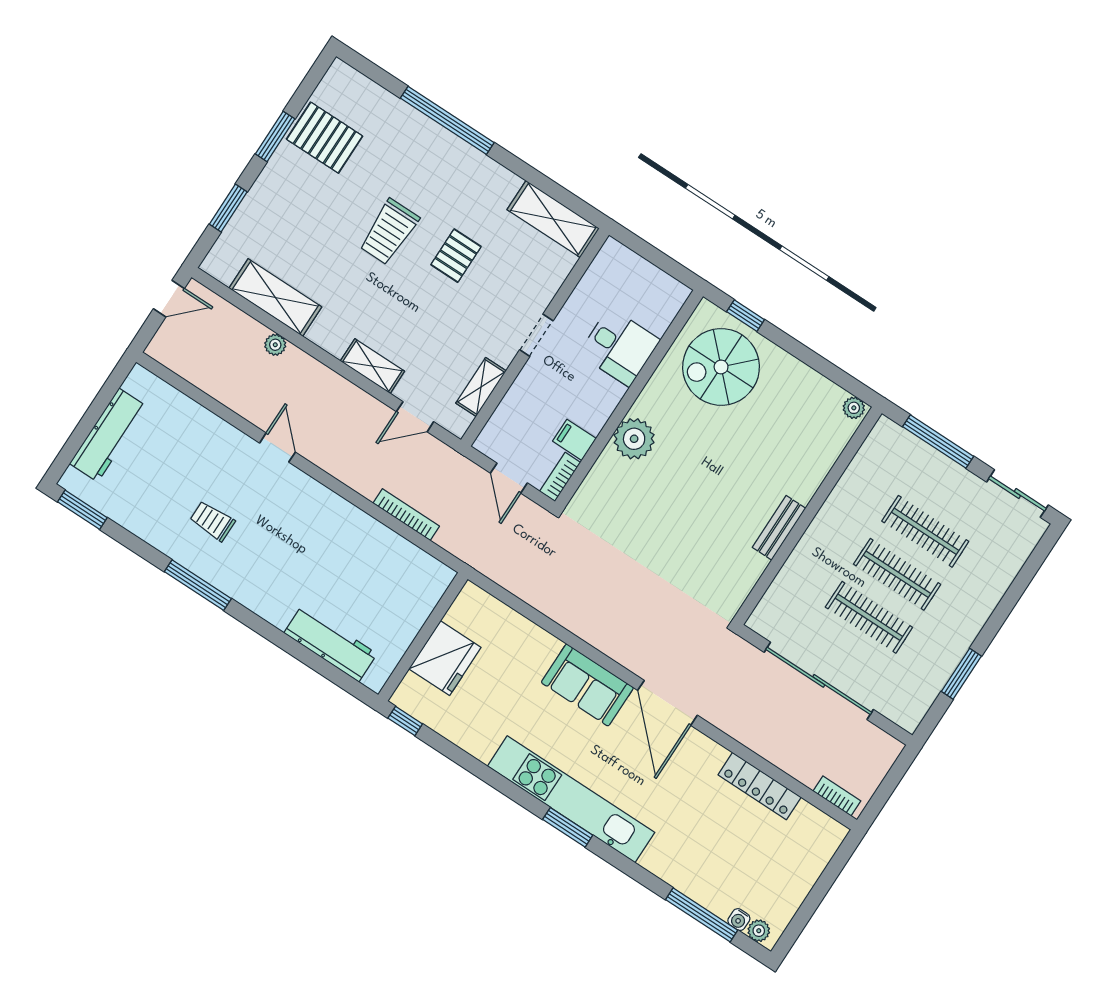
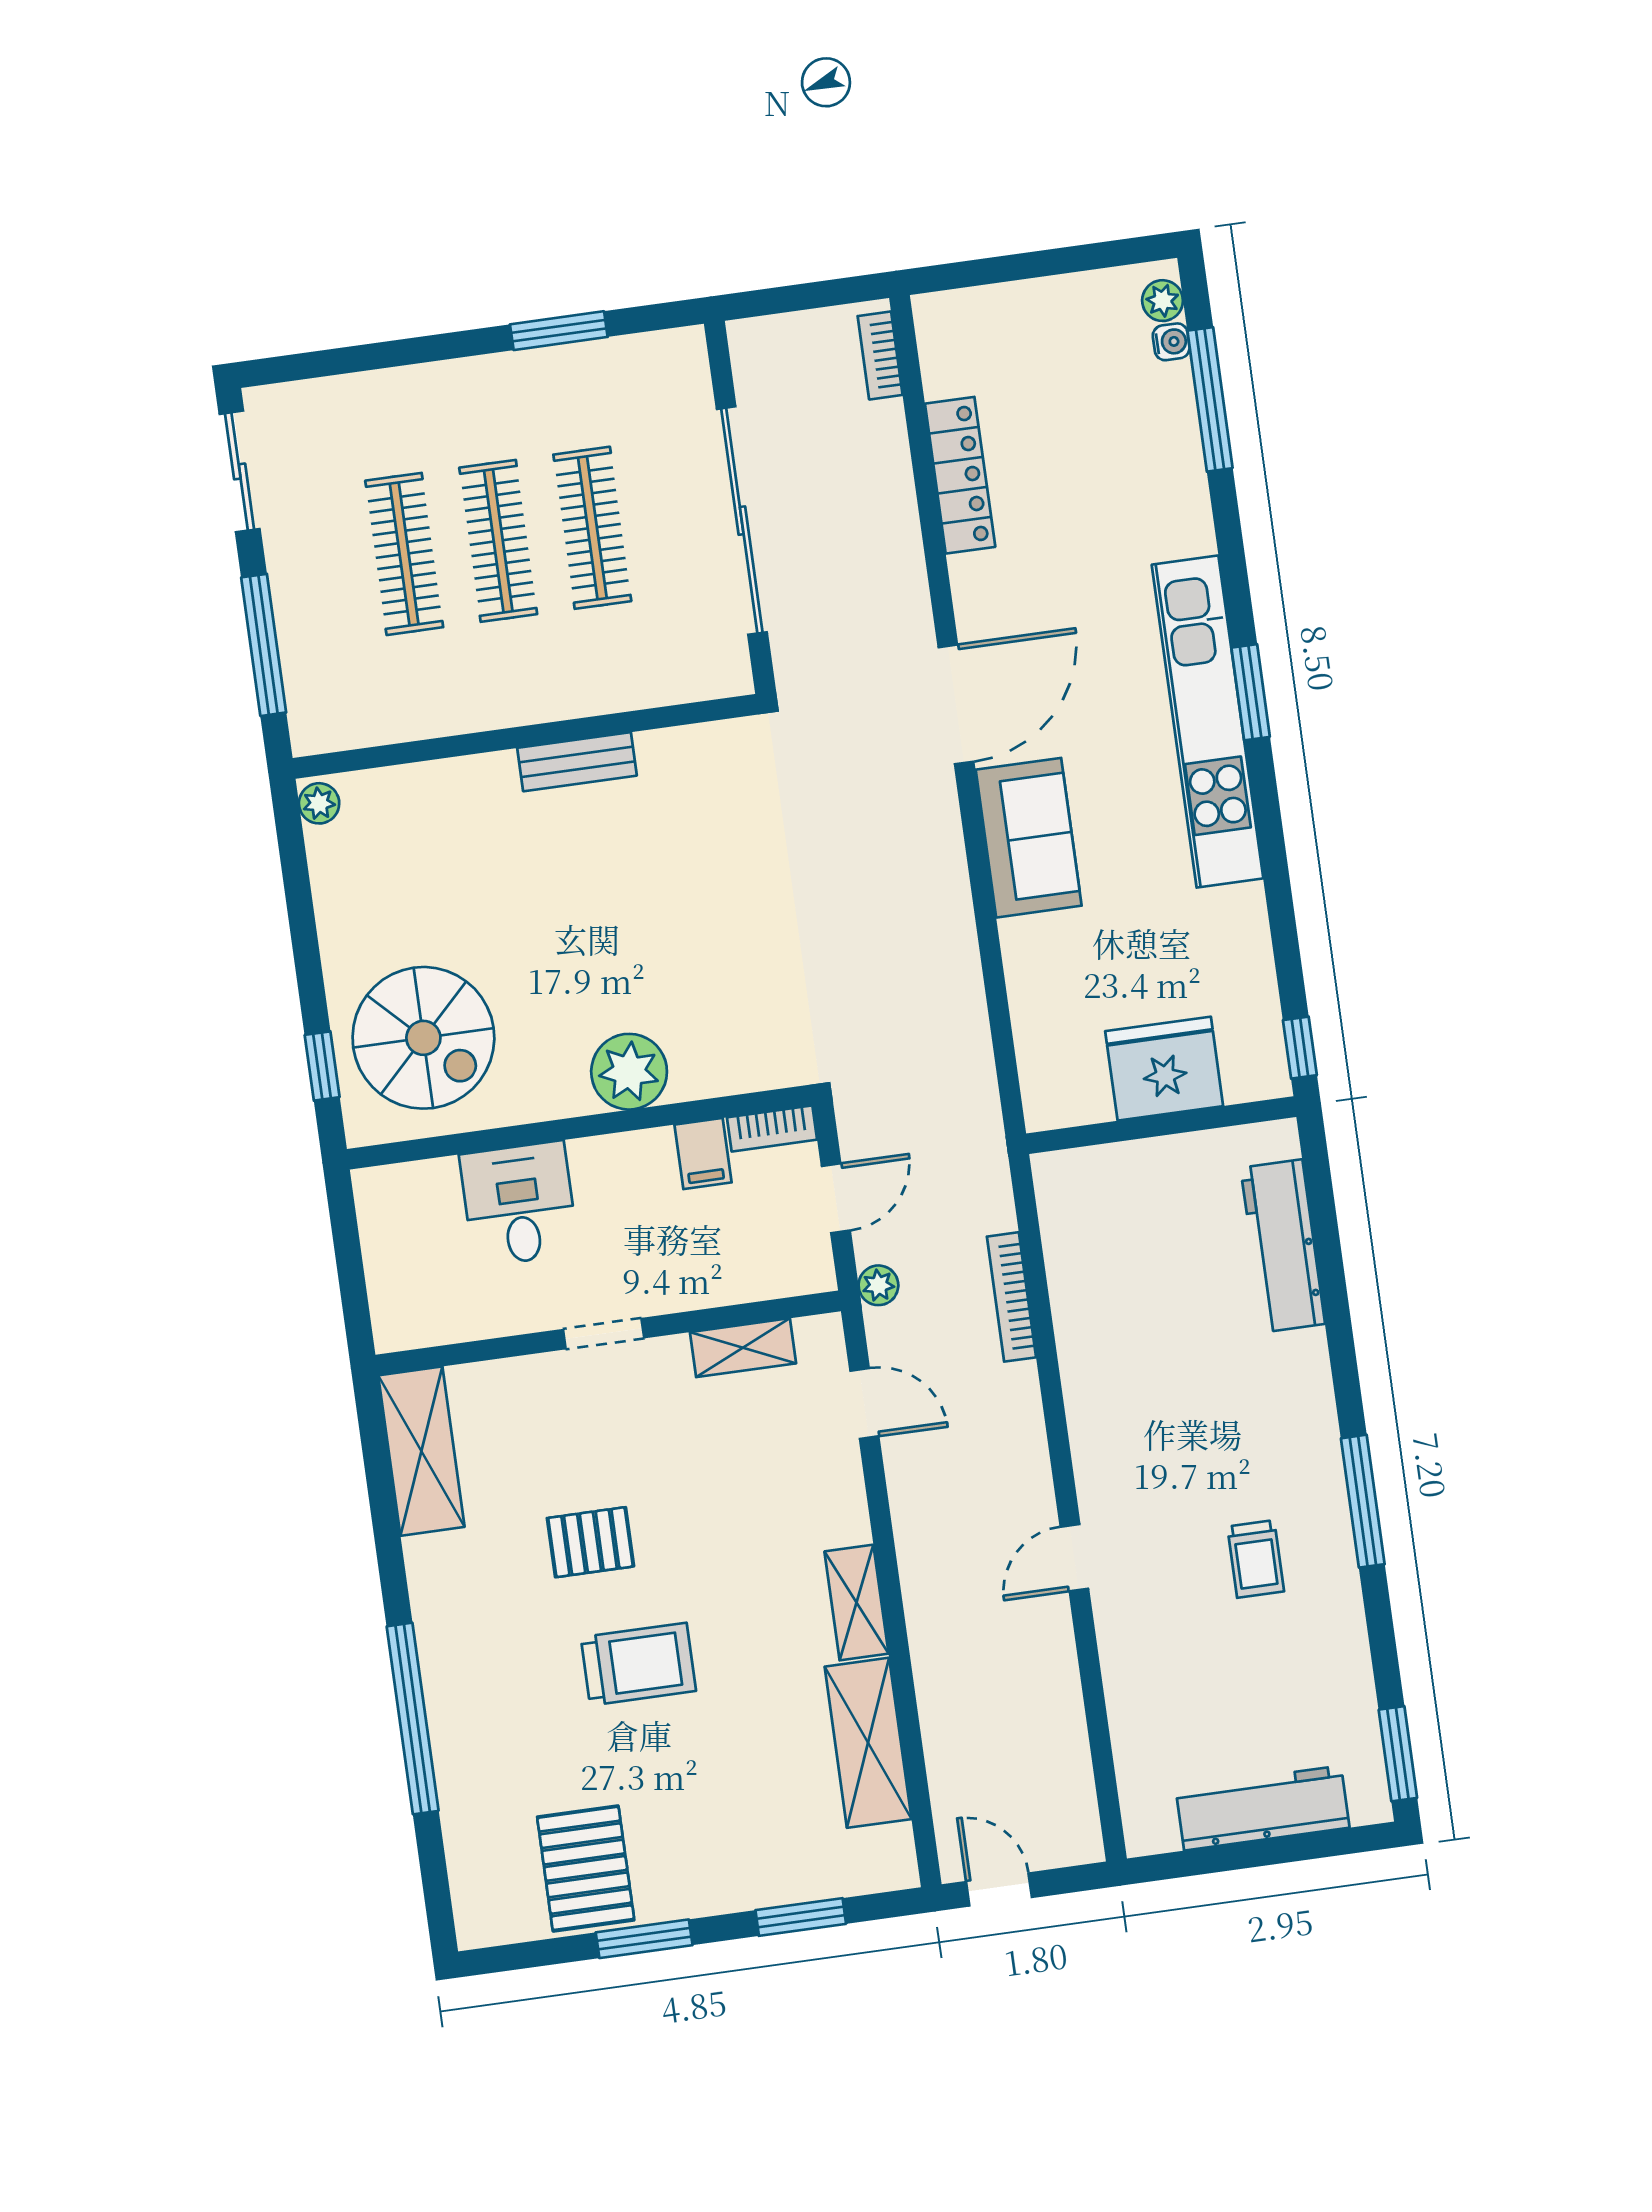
plant: (275, 345) -> (878, 1285), moved
shelving: (372, 366) -> (856, 1603), moved

